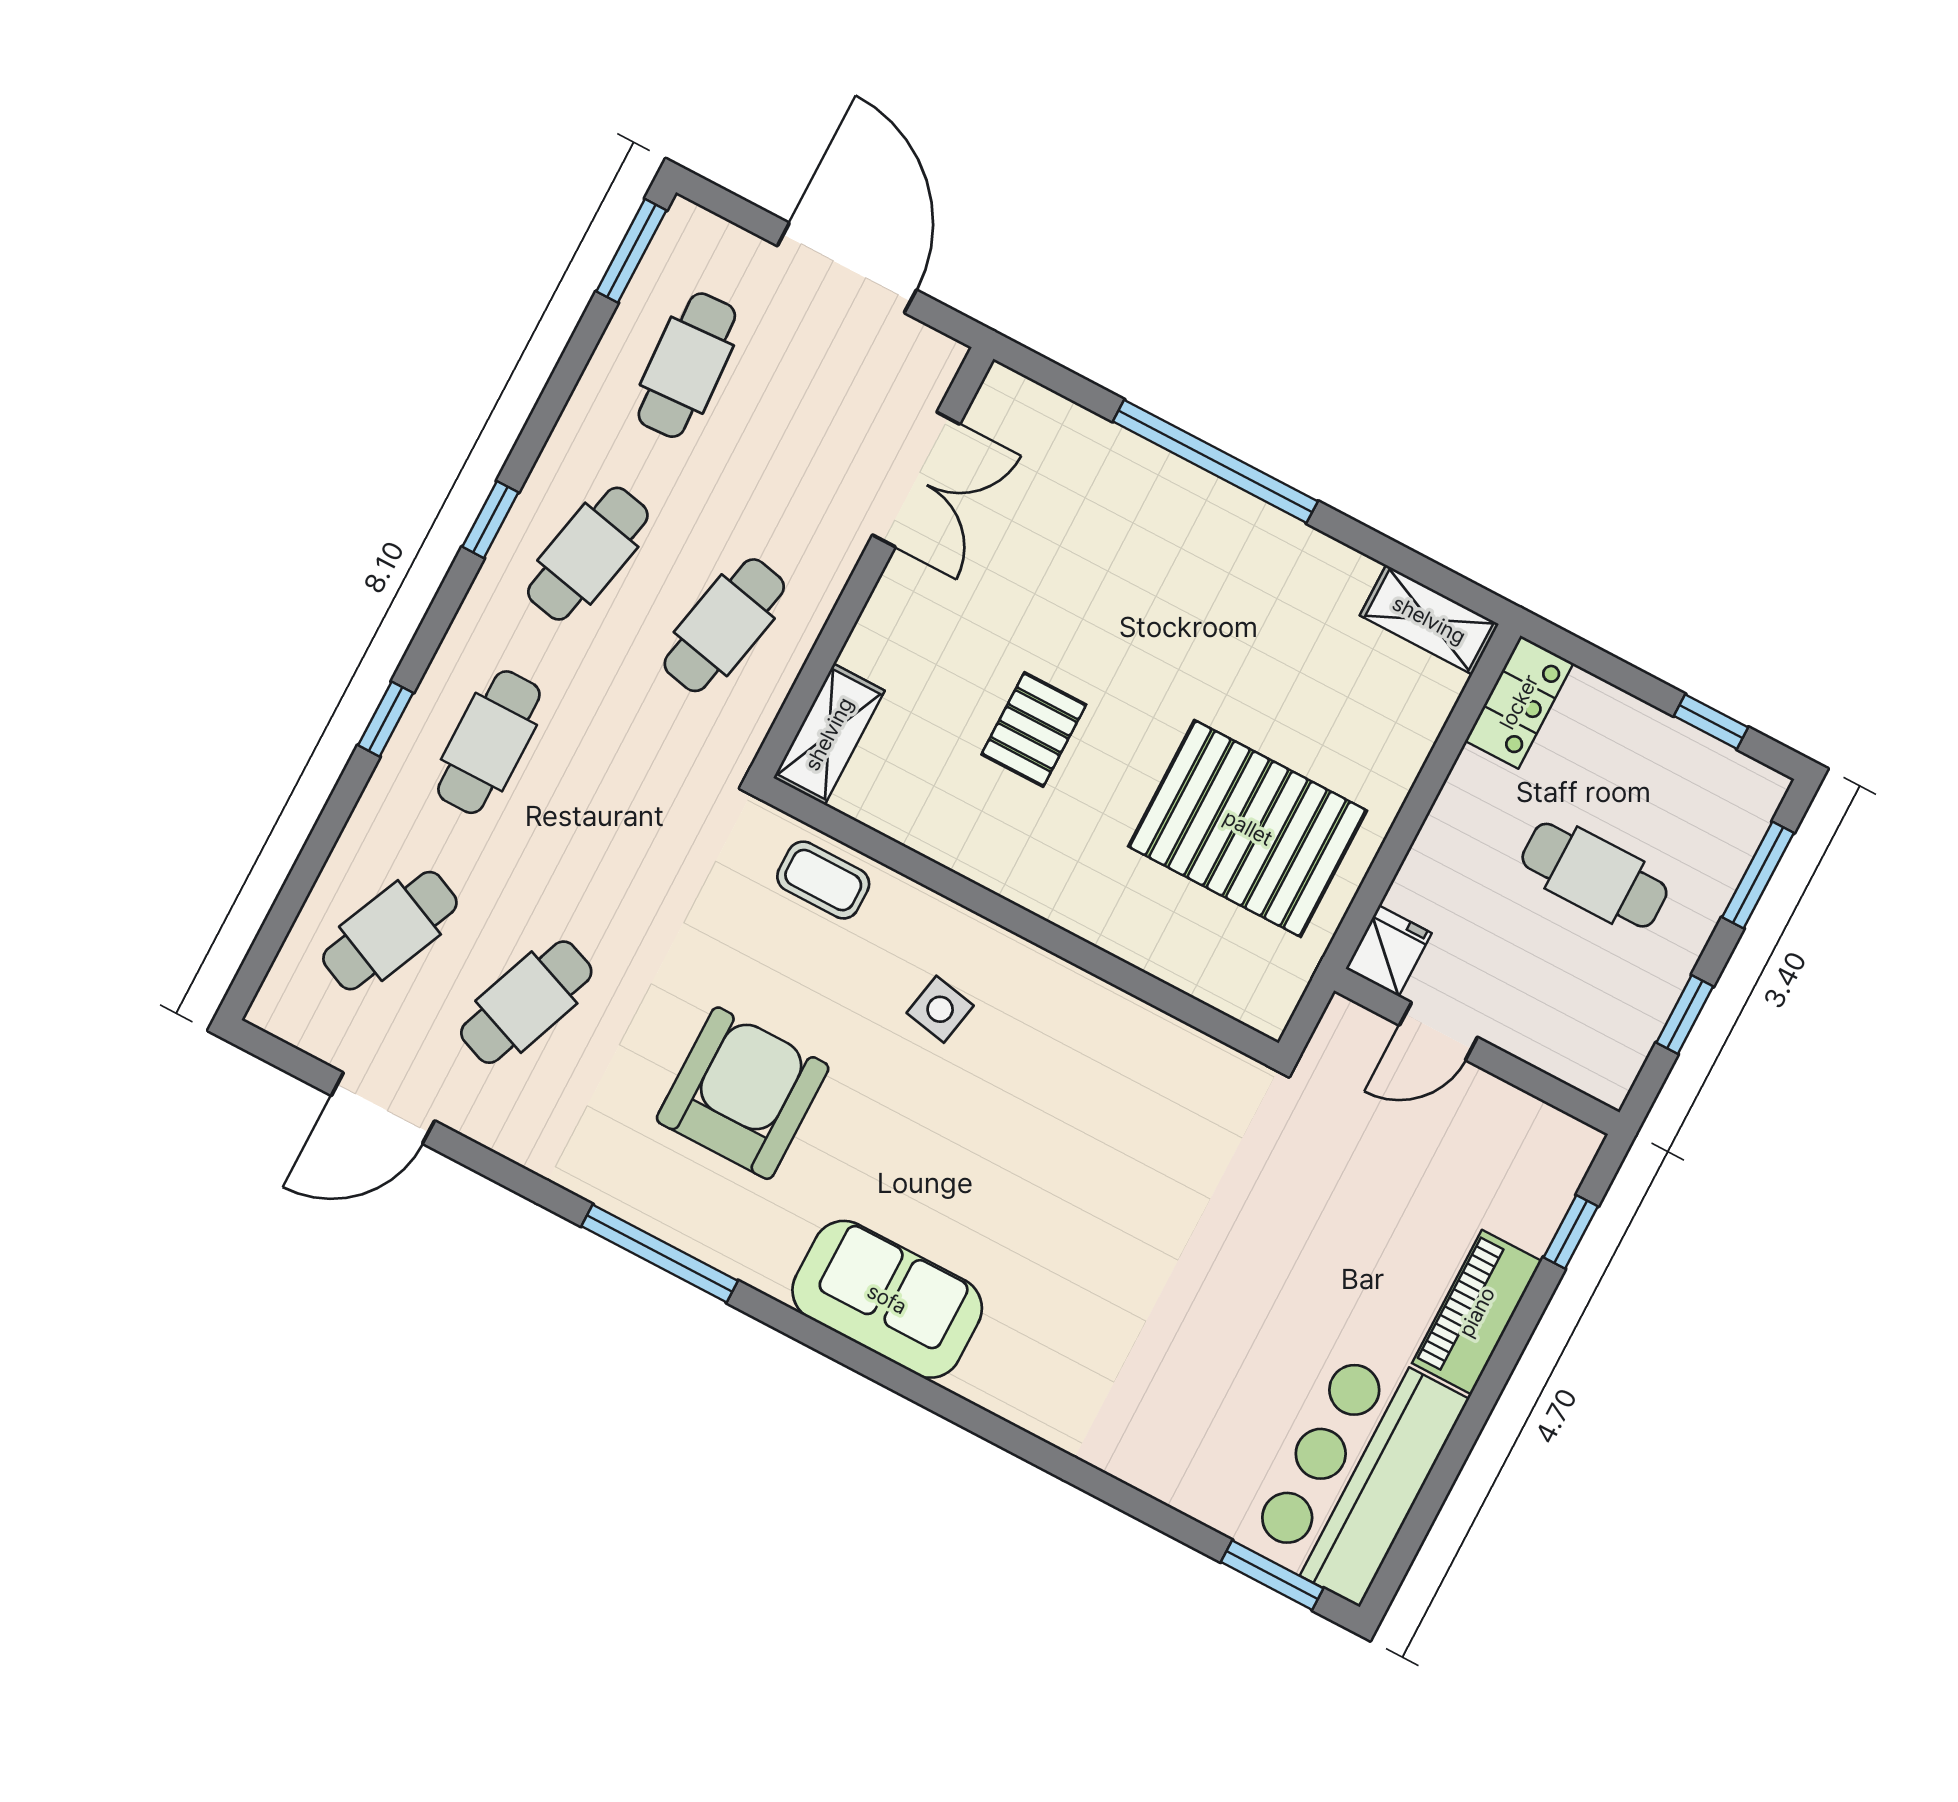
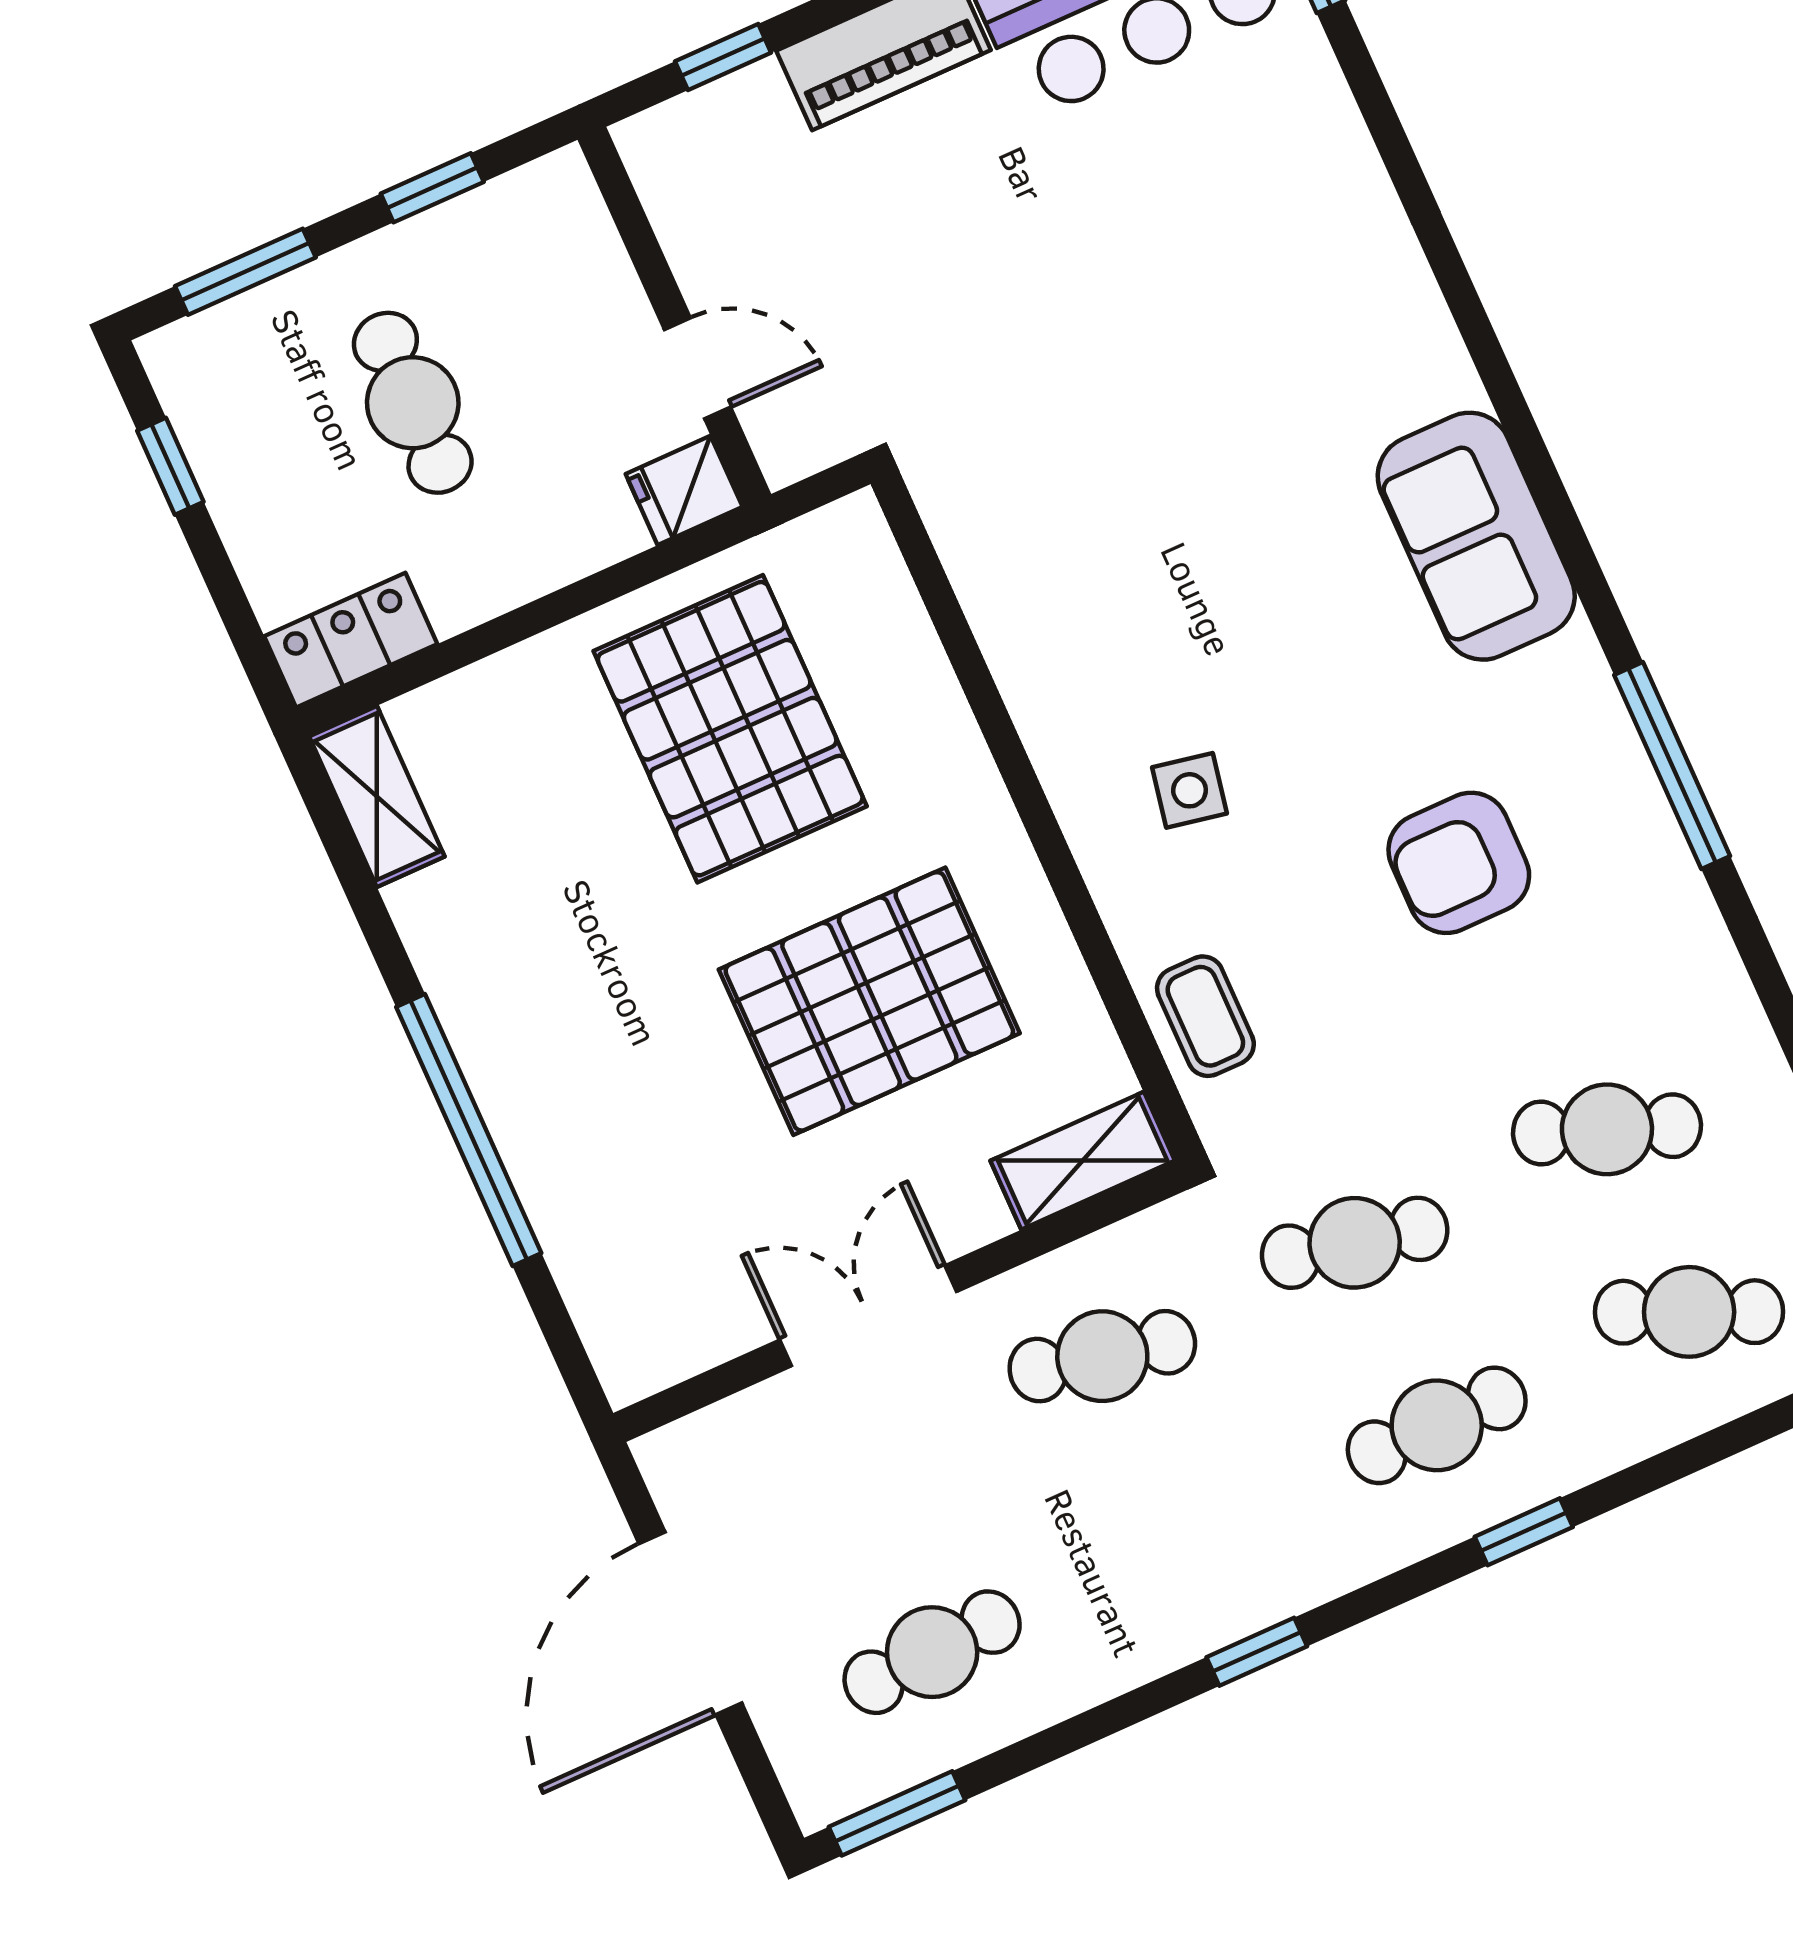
double door: (916, 480) -> (868, 1316), moved
cafe table: (588, 554) -> (1355, 1243), moved
pallet: (1034, 730) -> (869, 1001), width x2.05, depth x2.00
armchair: (743, 1093) -> (1459, 863), width x0.73, depth x0.73

